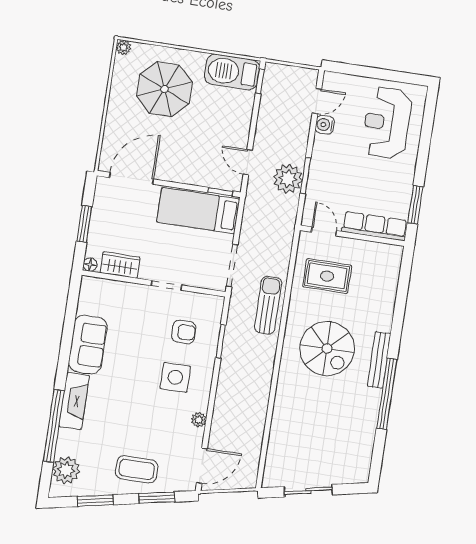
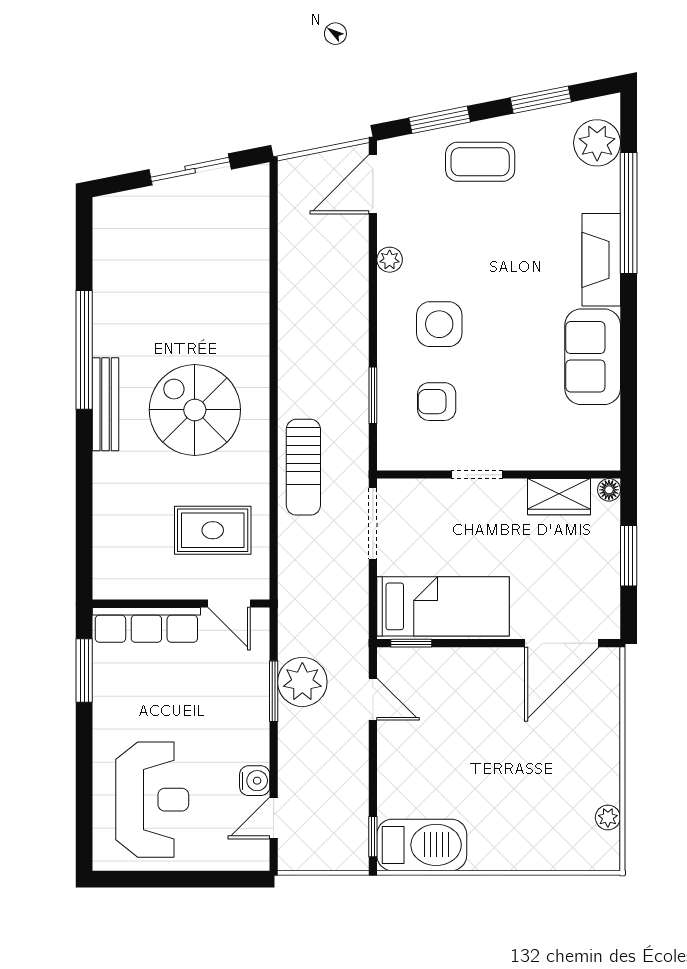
plant: (123, 47) -> (608, 818), moved
parasol: (164, 89) -> (529, 800), removed

